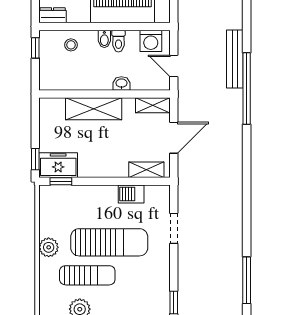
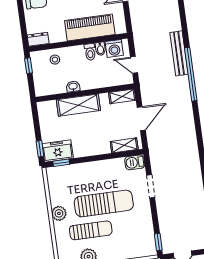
bidet: (104, 39) -> (100, 49), moved
washbasin: (121, 83) -> (73, 86), moved
barbecue: (131, 194) -> (135, 162), moved

